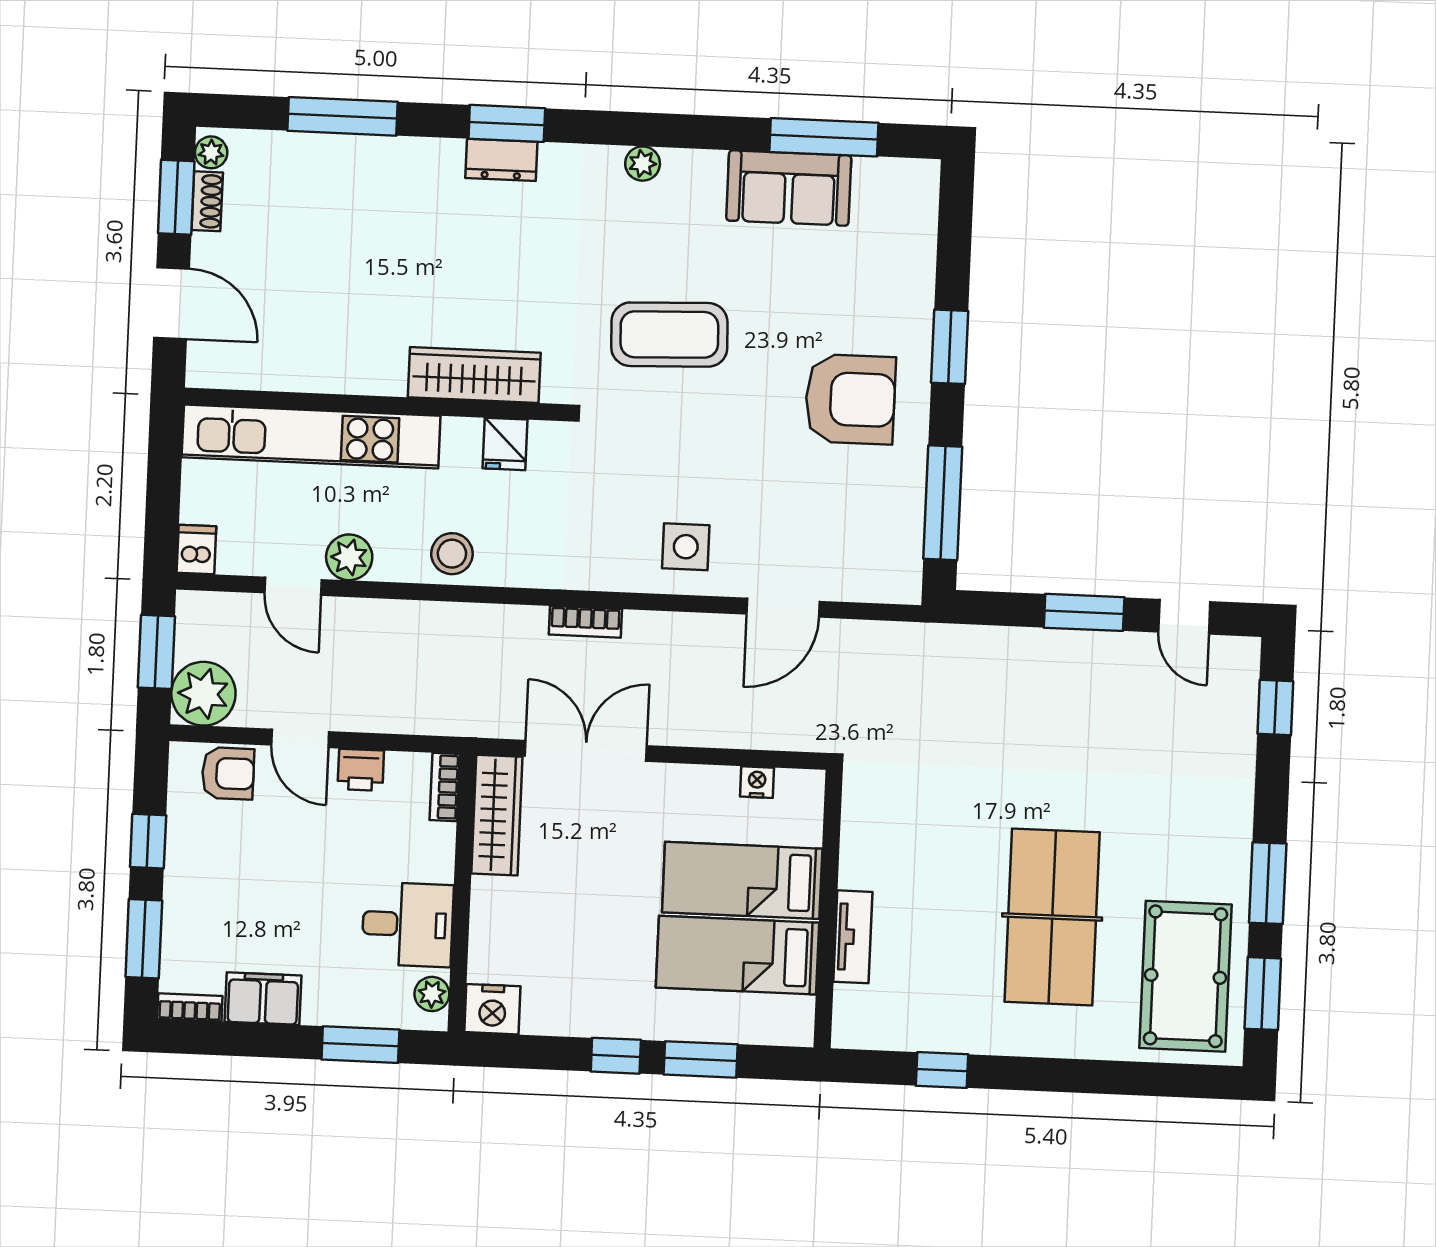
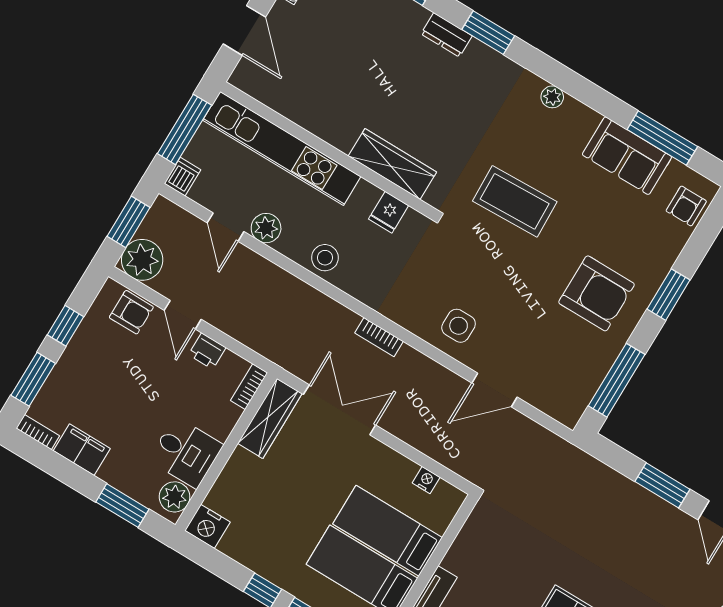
dresser: (501, 160) -> (447, 35), moved
armchair: (908, 212) -> (686, 206), added
window: (164, 484) -> (184, 129), added
plant: (432, 994) -> (175, 497), width x1.38, depth x1.38

